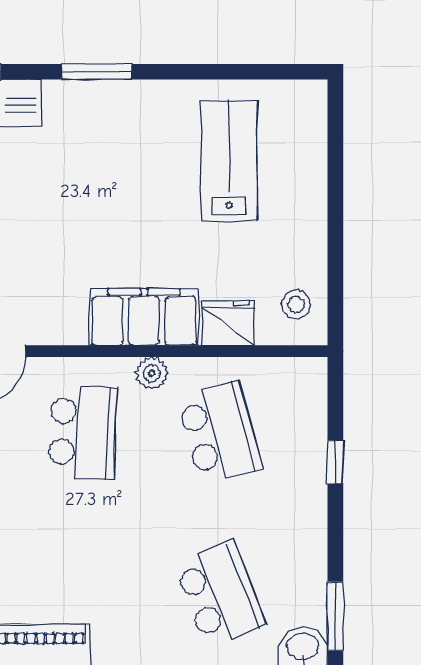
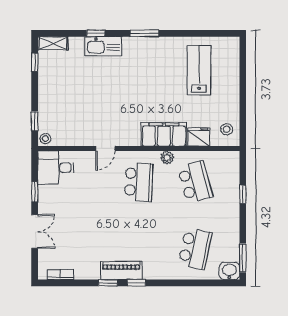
school desk: (219, 594) -> (195, 249), turned 33

